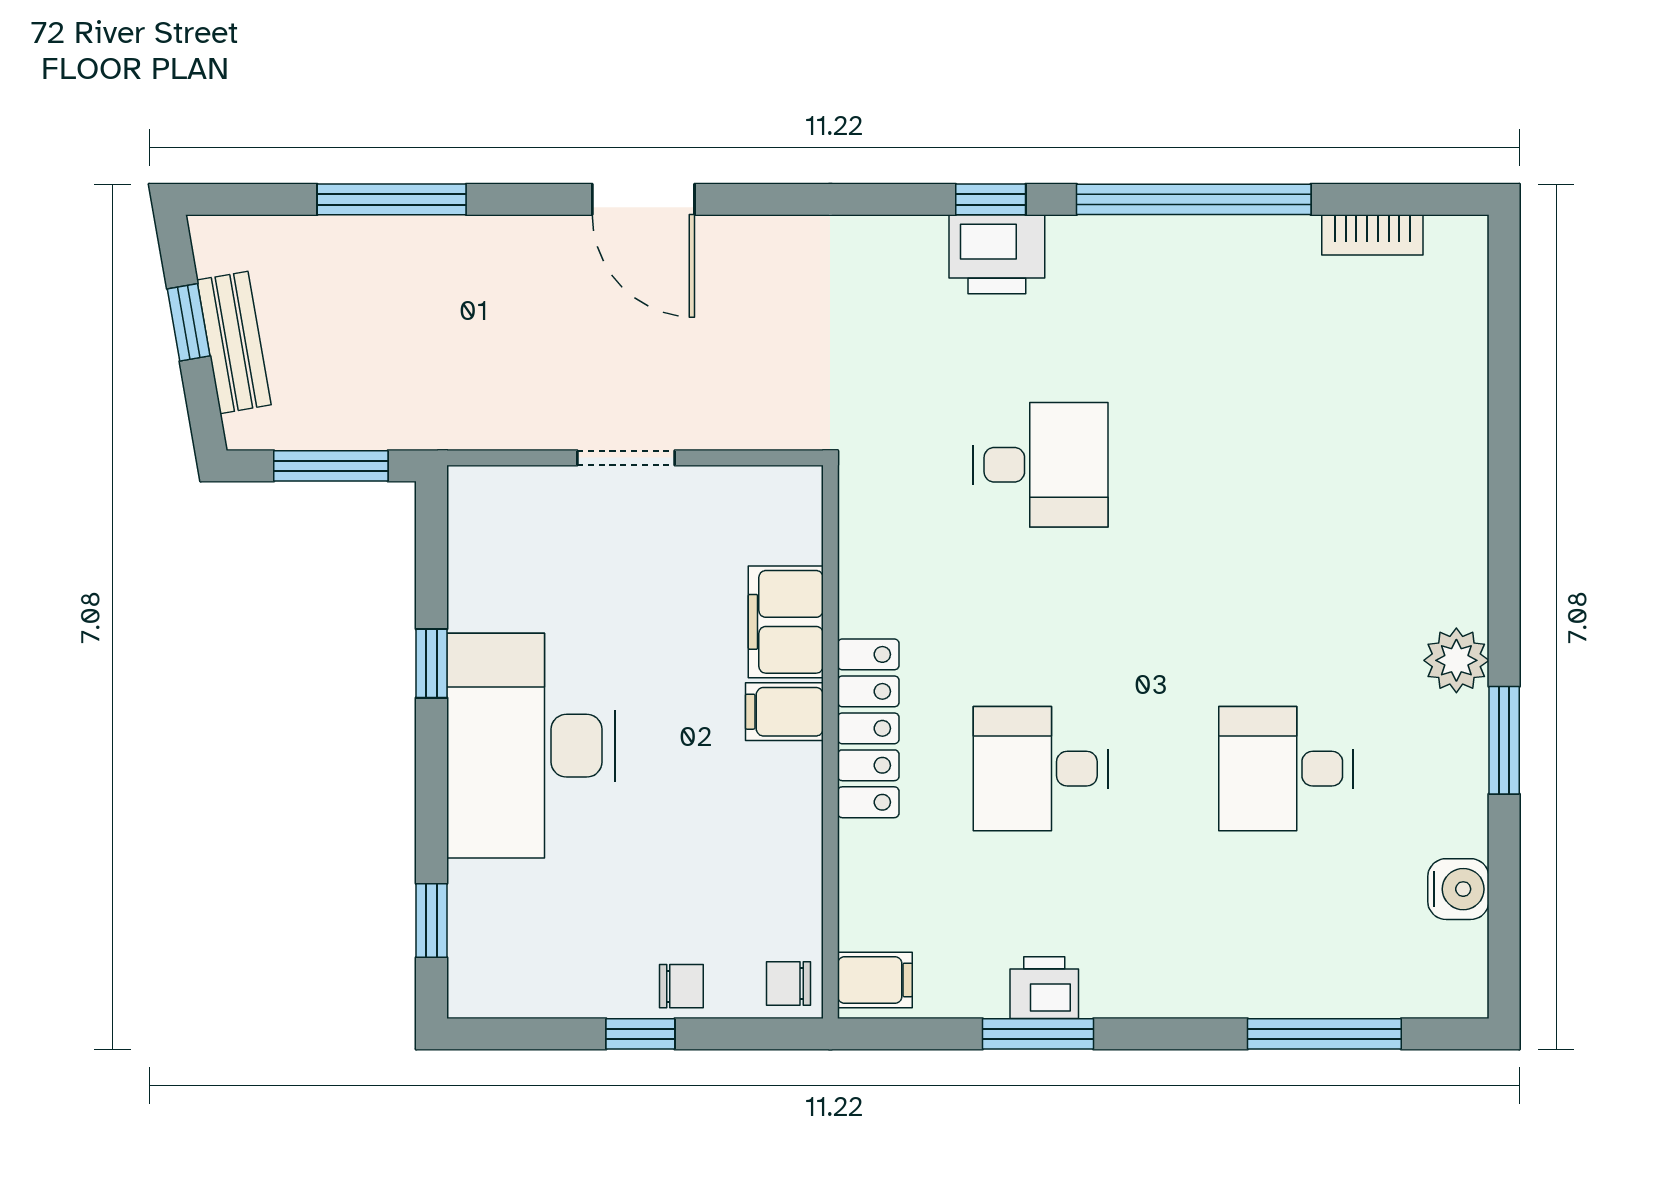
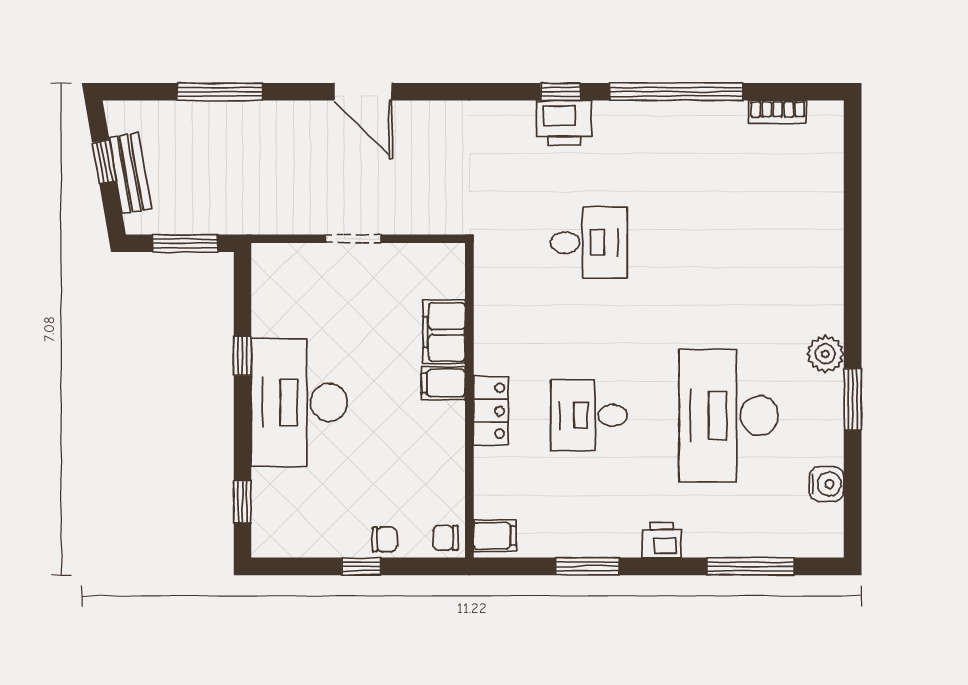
locker: (868, 728) -> (491, 411), width x0.66
desk: (1286, 769) -> (729, 416), width x1.87, depth x1.30
printer: (1044, 988) -> (662, 540), moved

